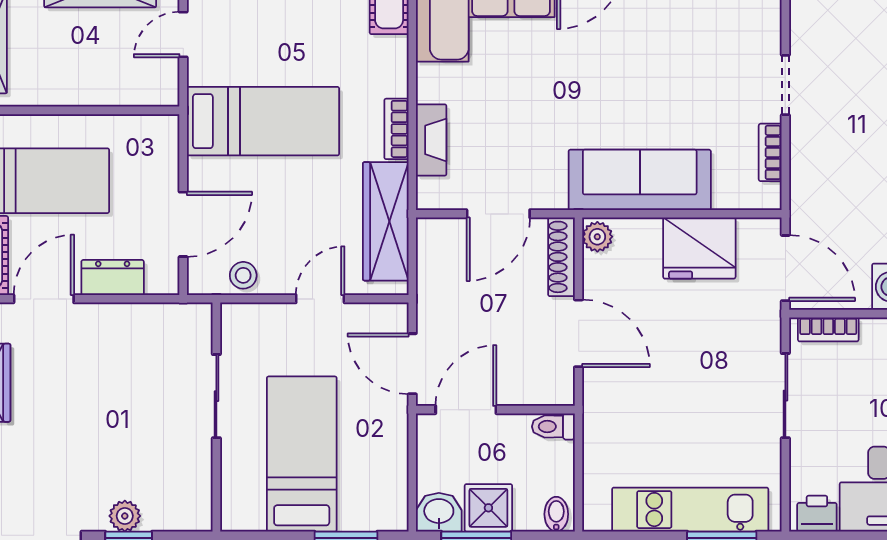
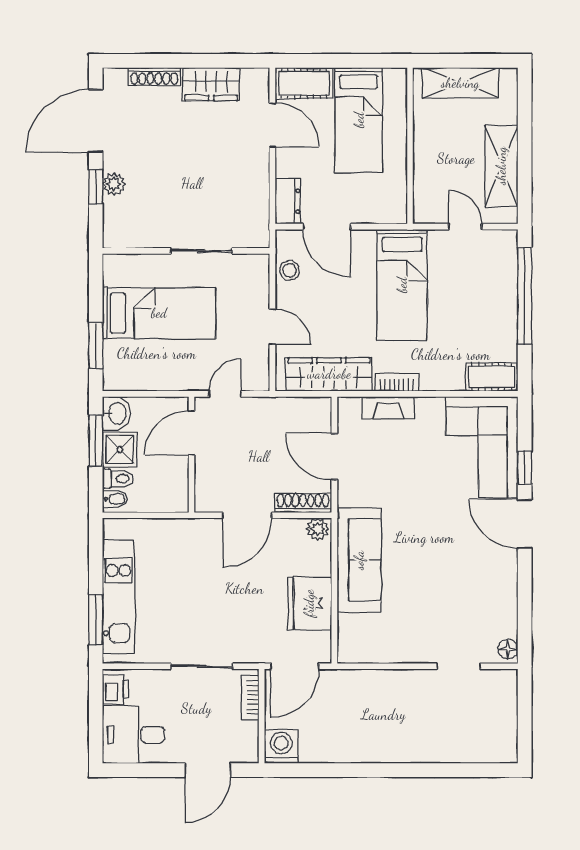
doorway: (785, 85) -> (459, 666), moved
bookcase: (770, 152) -> (379, 655), removed
dresser: (113, 278) -> (288, 201), moved
door: (412, 364) -> (225, 394), width x0.73
door: (466, 410) -> (191, 433), swing flipped
toilet: (553, 427) -> (118, 479), moved, turned 90

